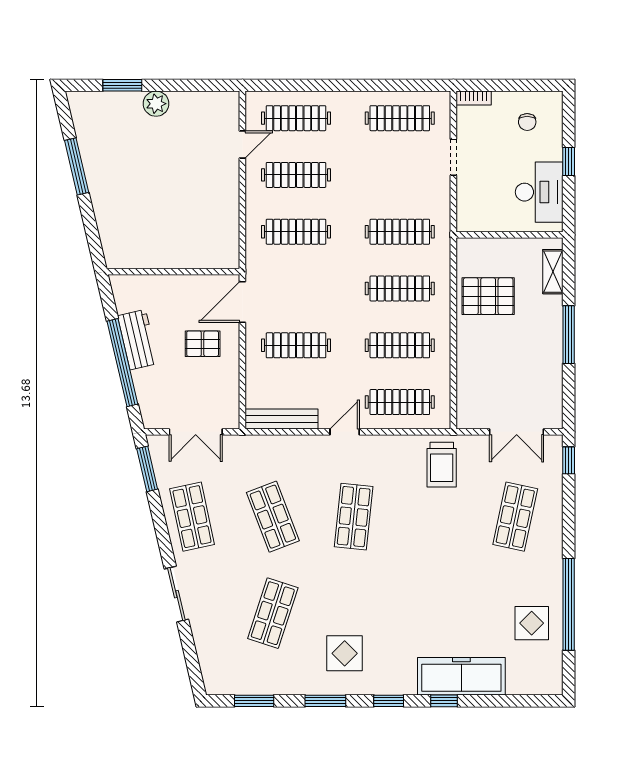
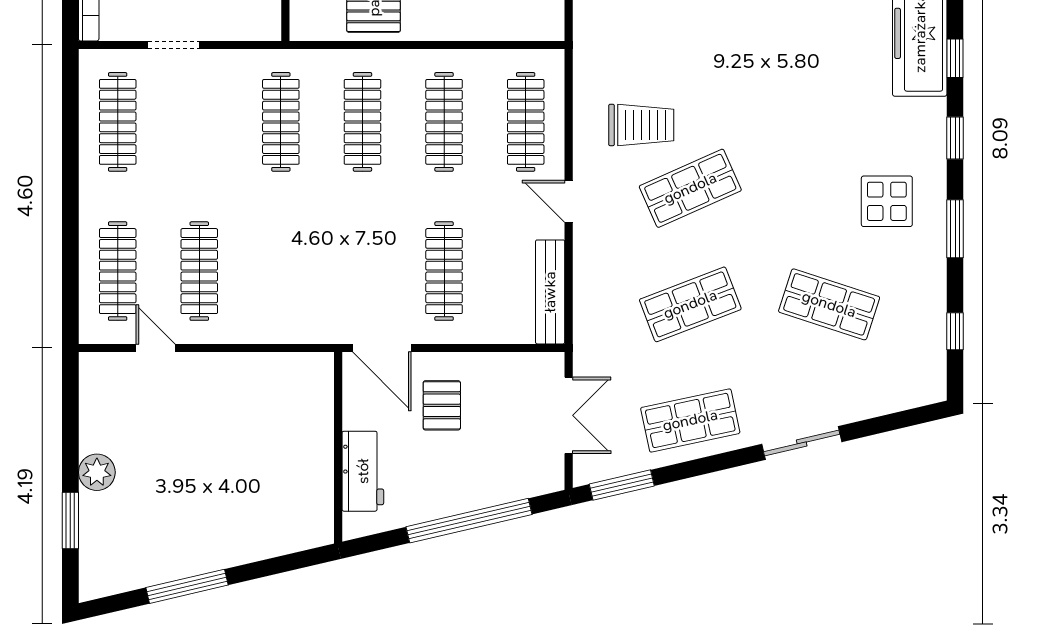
clothes rail: (296, 232) -> (281, 271), removed
workbench: (138, 340) -> (363, 471), moved, turned 103
trolley: (442, 465) -> (641, 125), moved
shop shelf: (354, 517) -> (690, 188), turned -30
window: (254, 701) -> (955, 331), width x0.67

